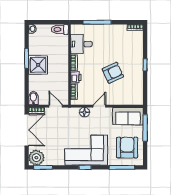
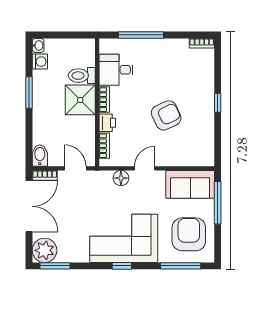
toilet: (60, 29) -> (82, 76), moved
washing machine: (33, 39) -> (40, 62), added
shower: (38, 65) -> (80, 100), moved

